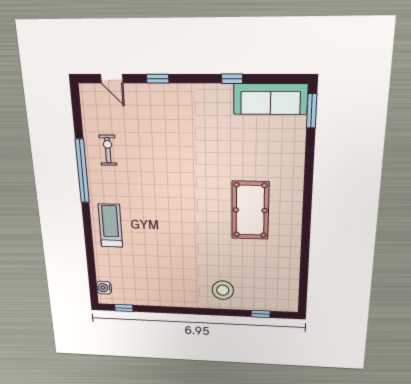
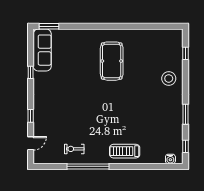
pool table: (250, 210) -> (112, 61), turned 90
window: (170, 310) -> (185, 114), added

